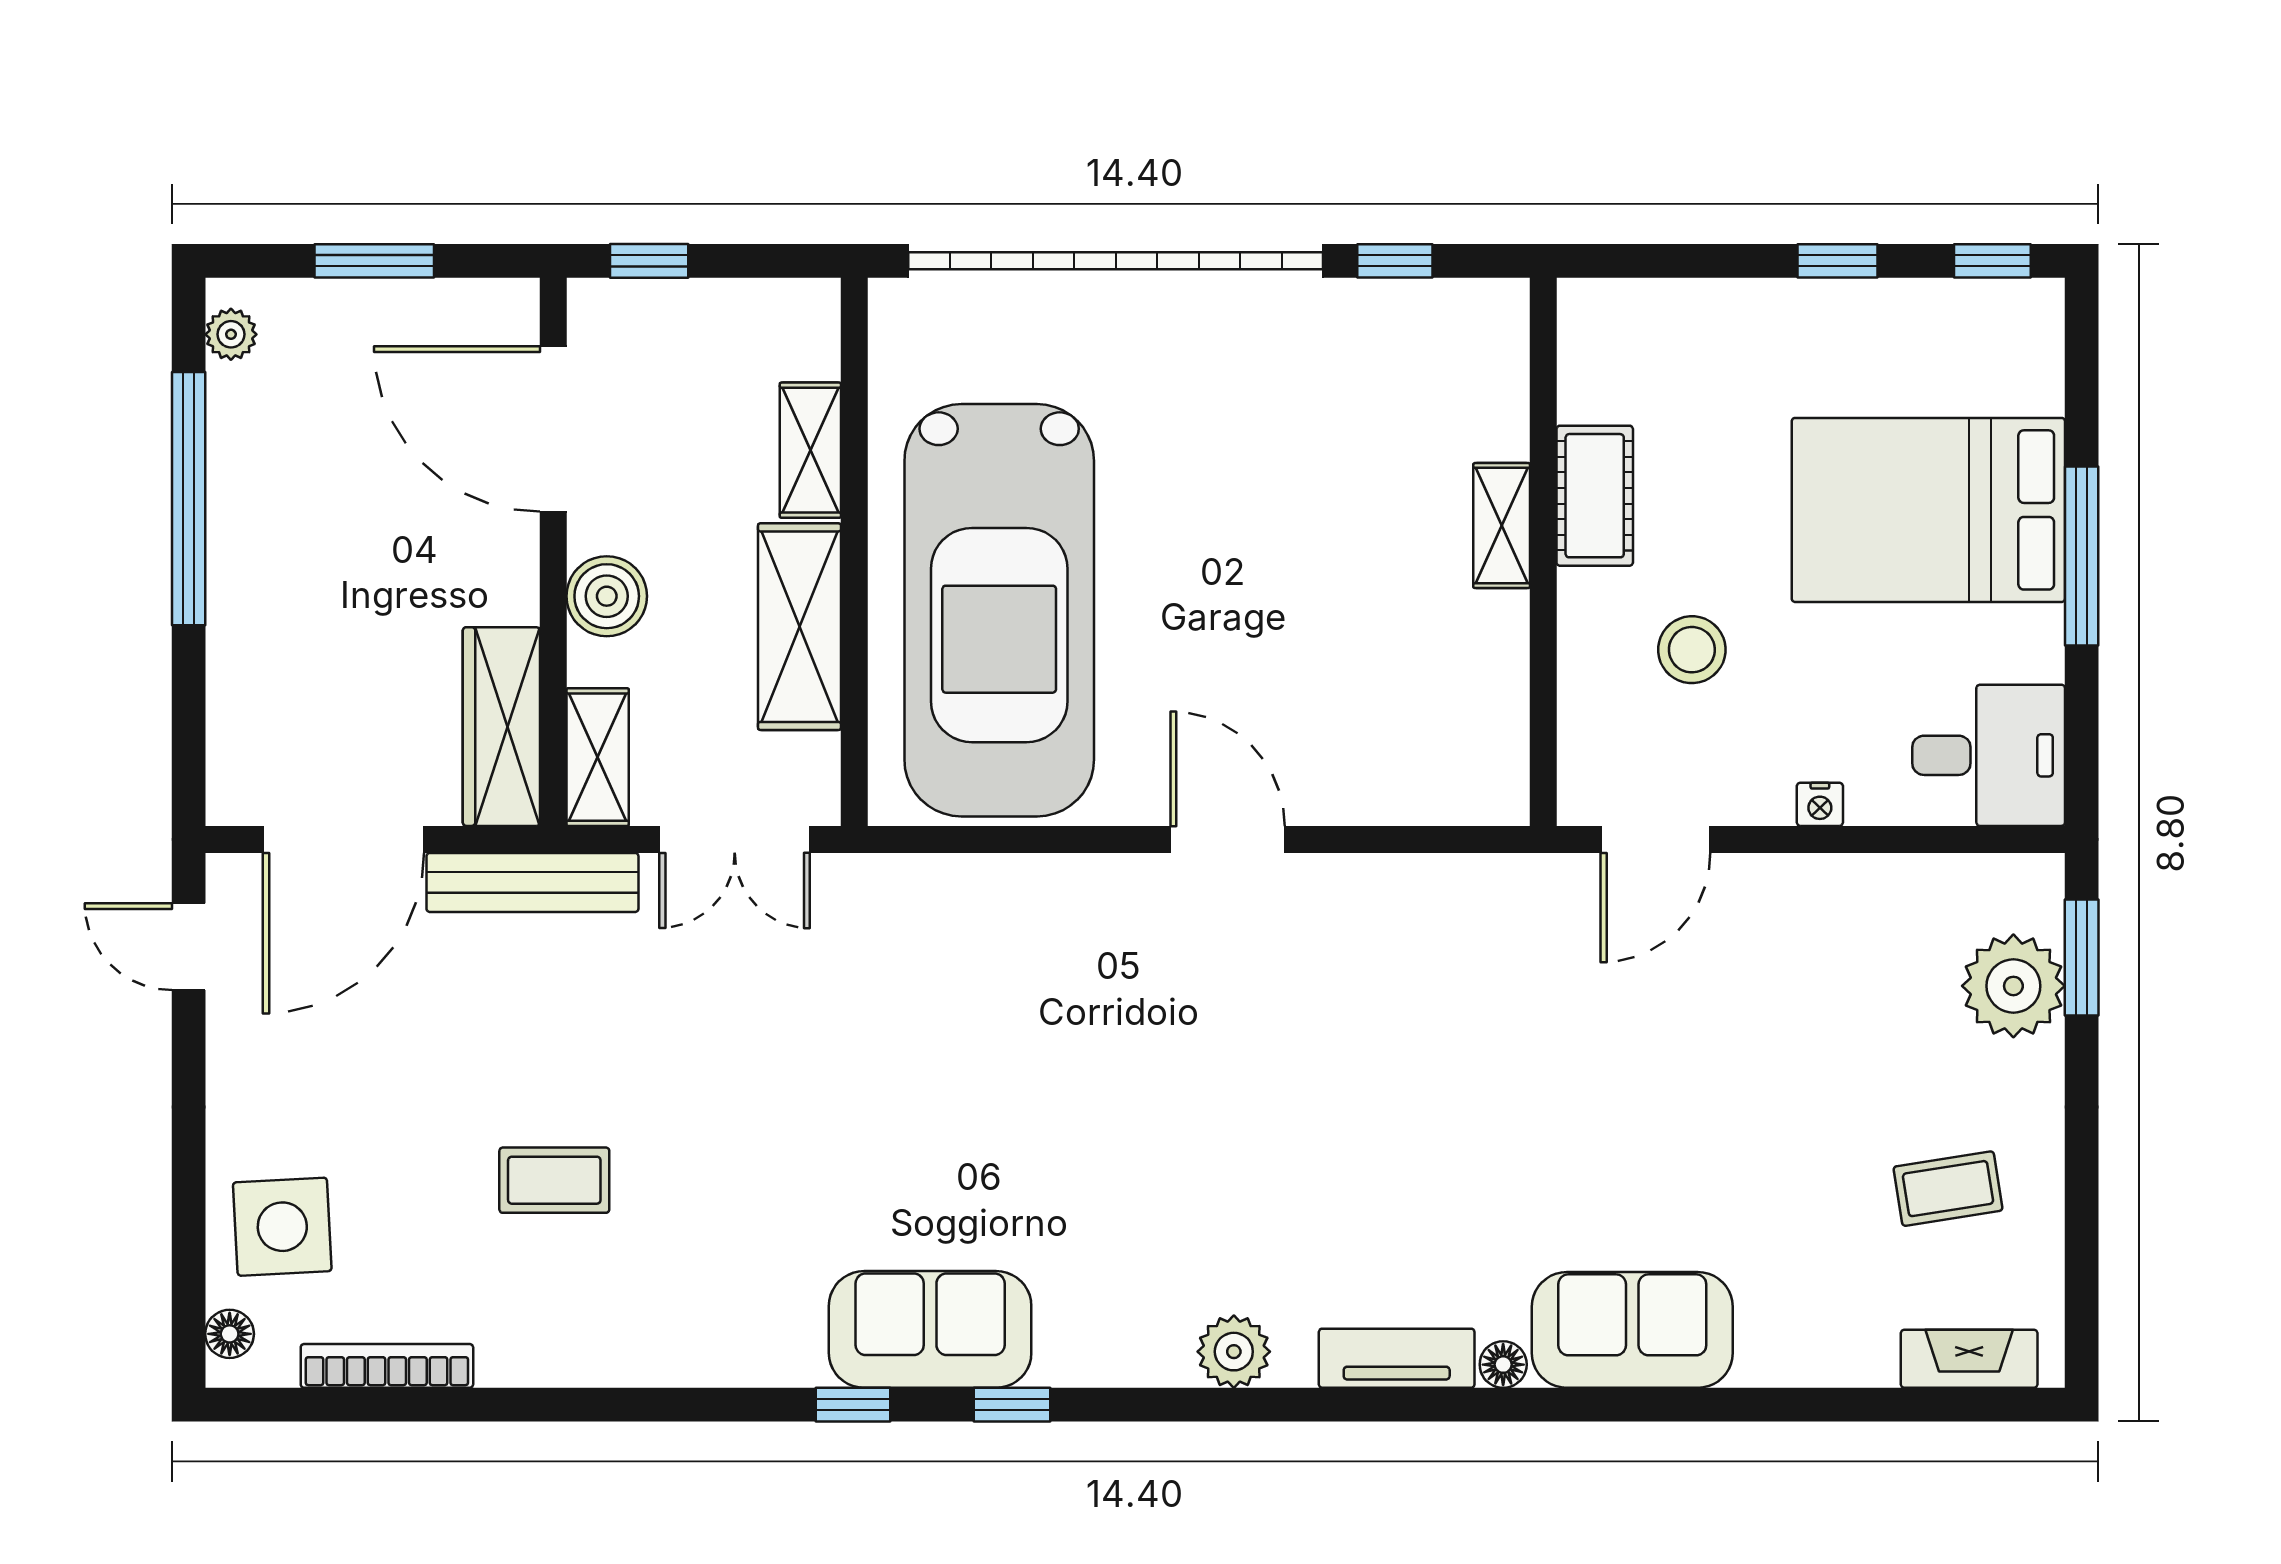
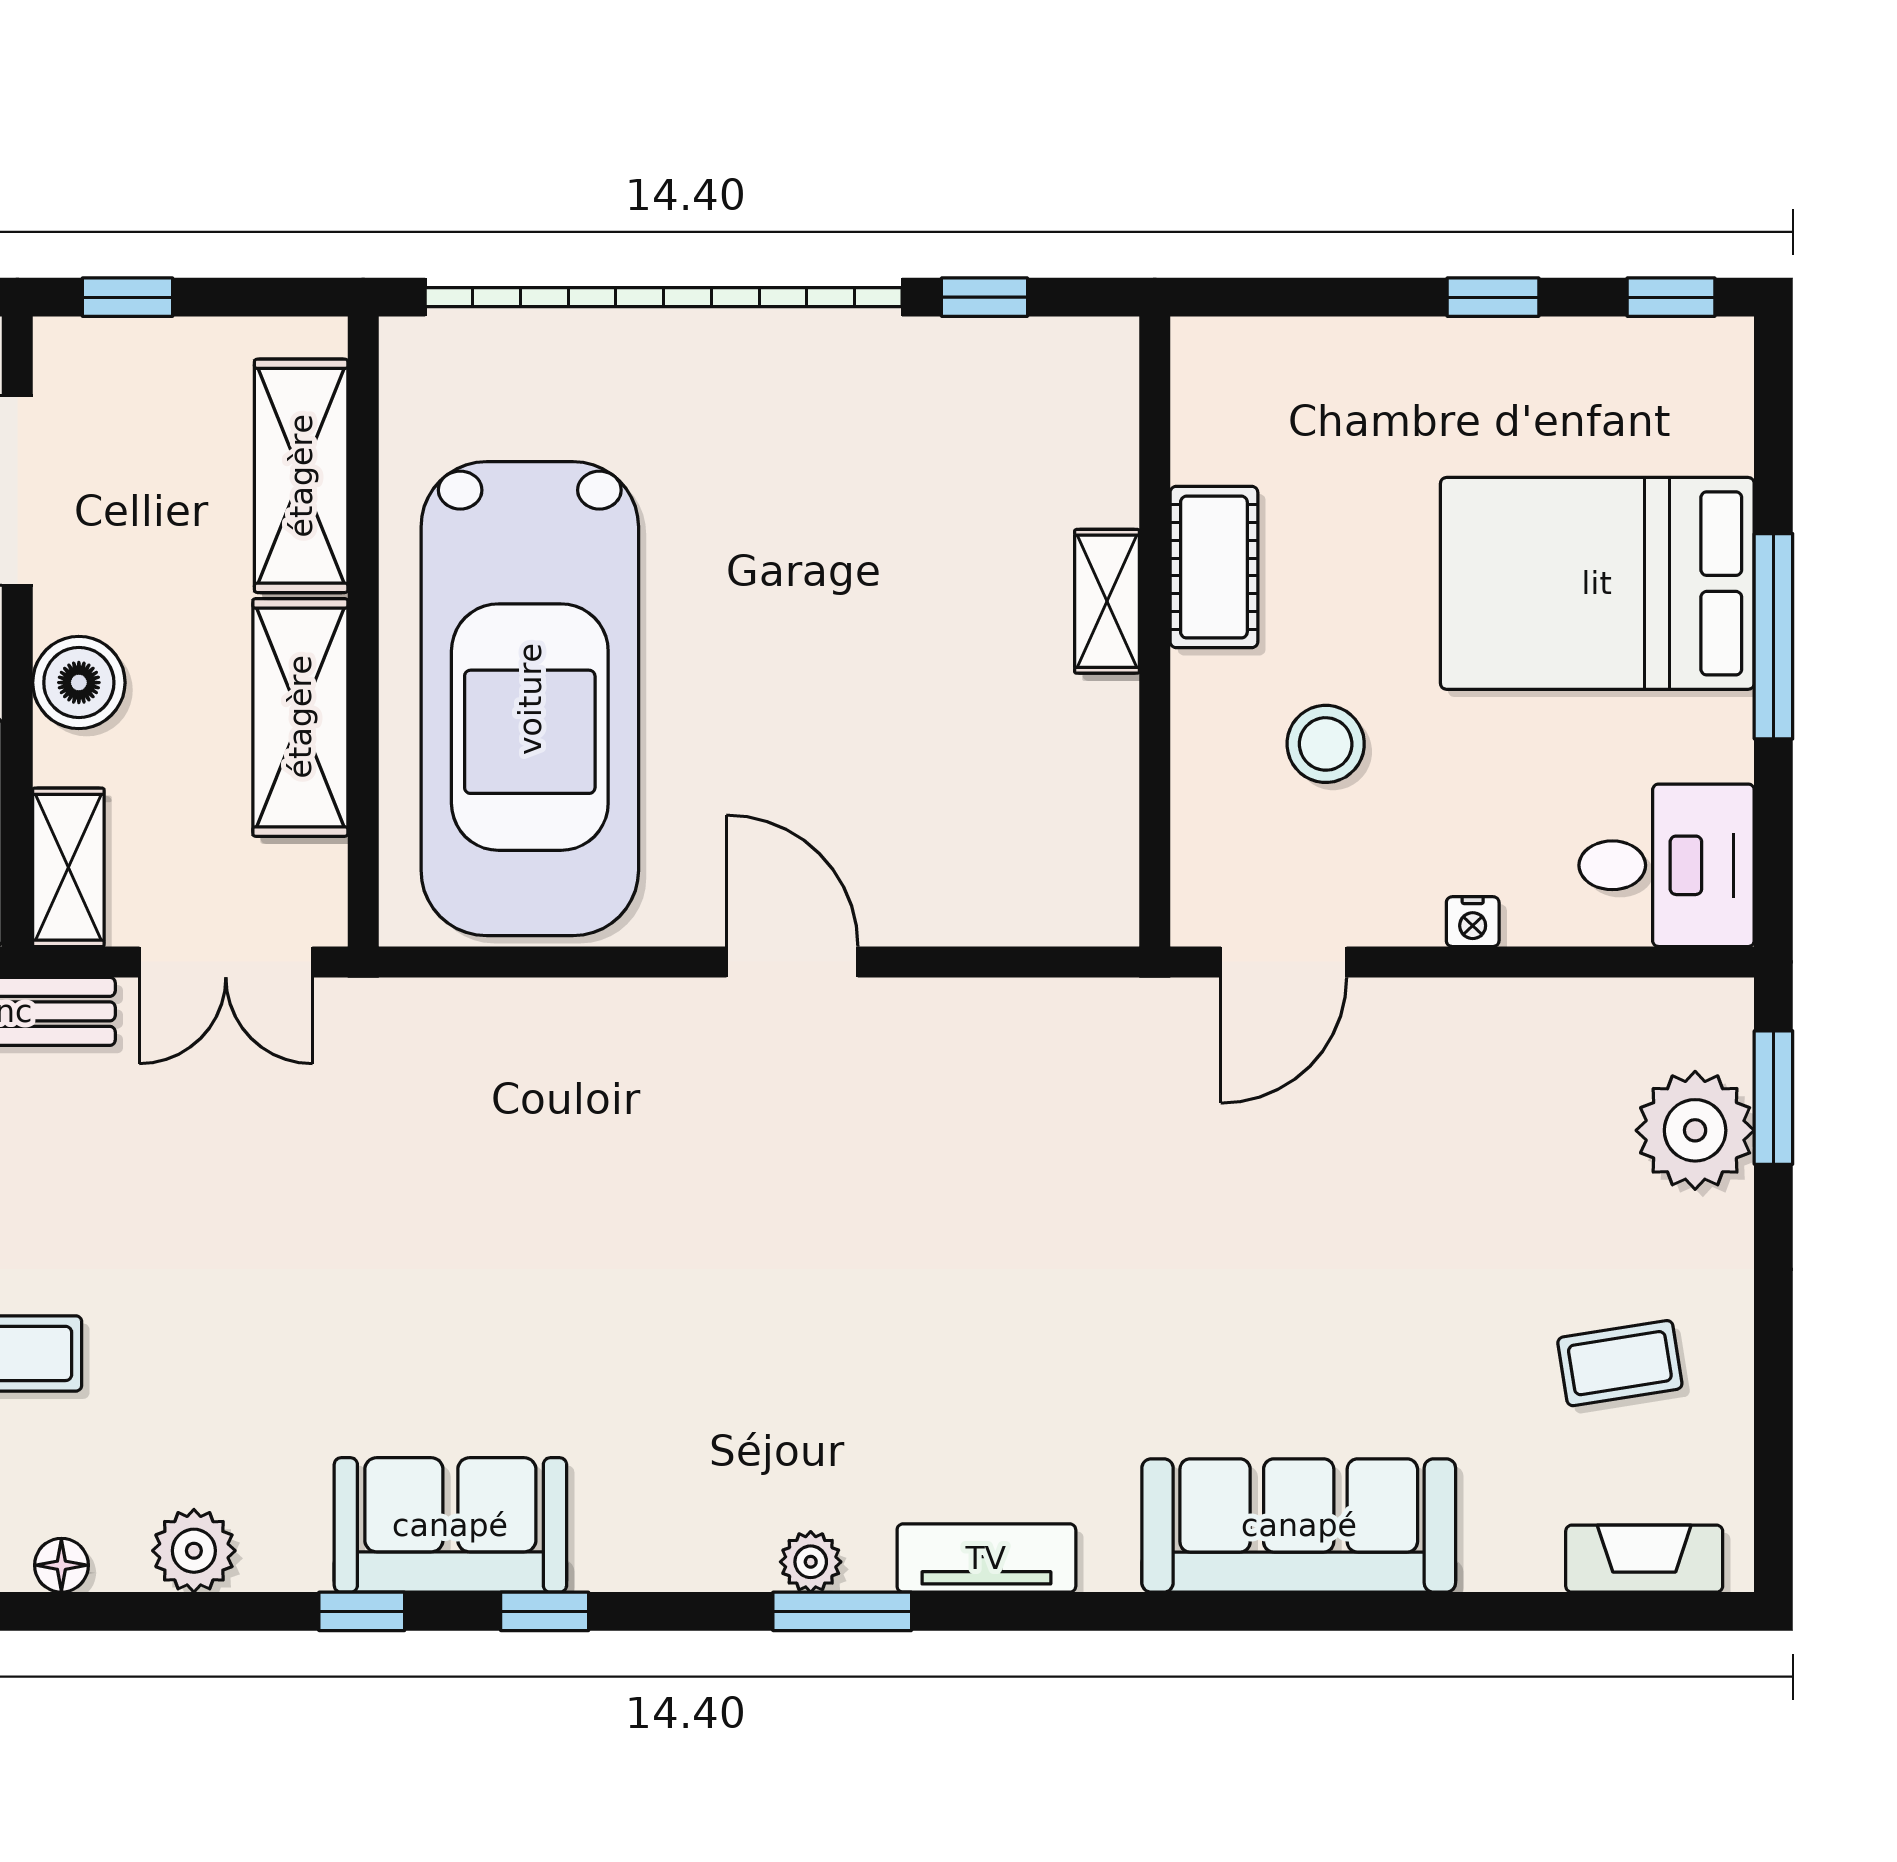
shelving: (810, 450) -> (301, 476), width x1.50, depth x1.33
sofa: (1632, 1330) -> (1299, 1525), width x1.36
plant: (707, 1352) -> (194, 1551), added
plant: (1234, 1352) -> (811, 1562), width x0.73, depth x0.73
floor lamp: (1503, 1365) -> (61, 1565), moved
window: (1271, 1405) -> (842, 1611), added

